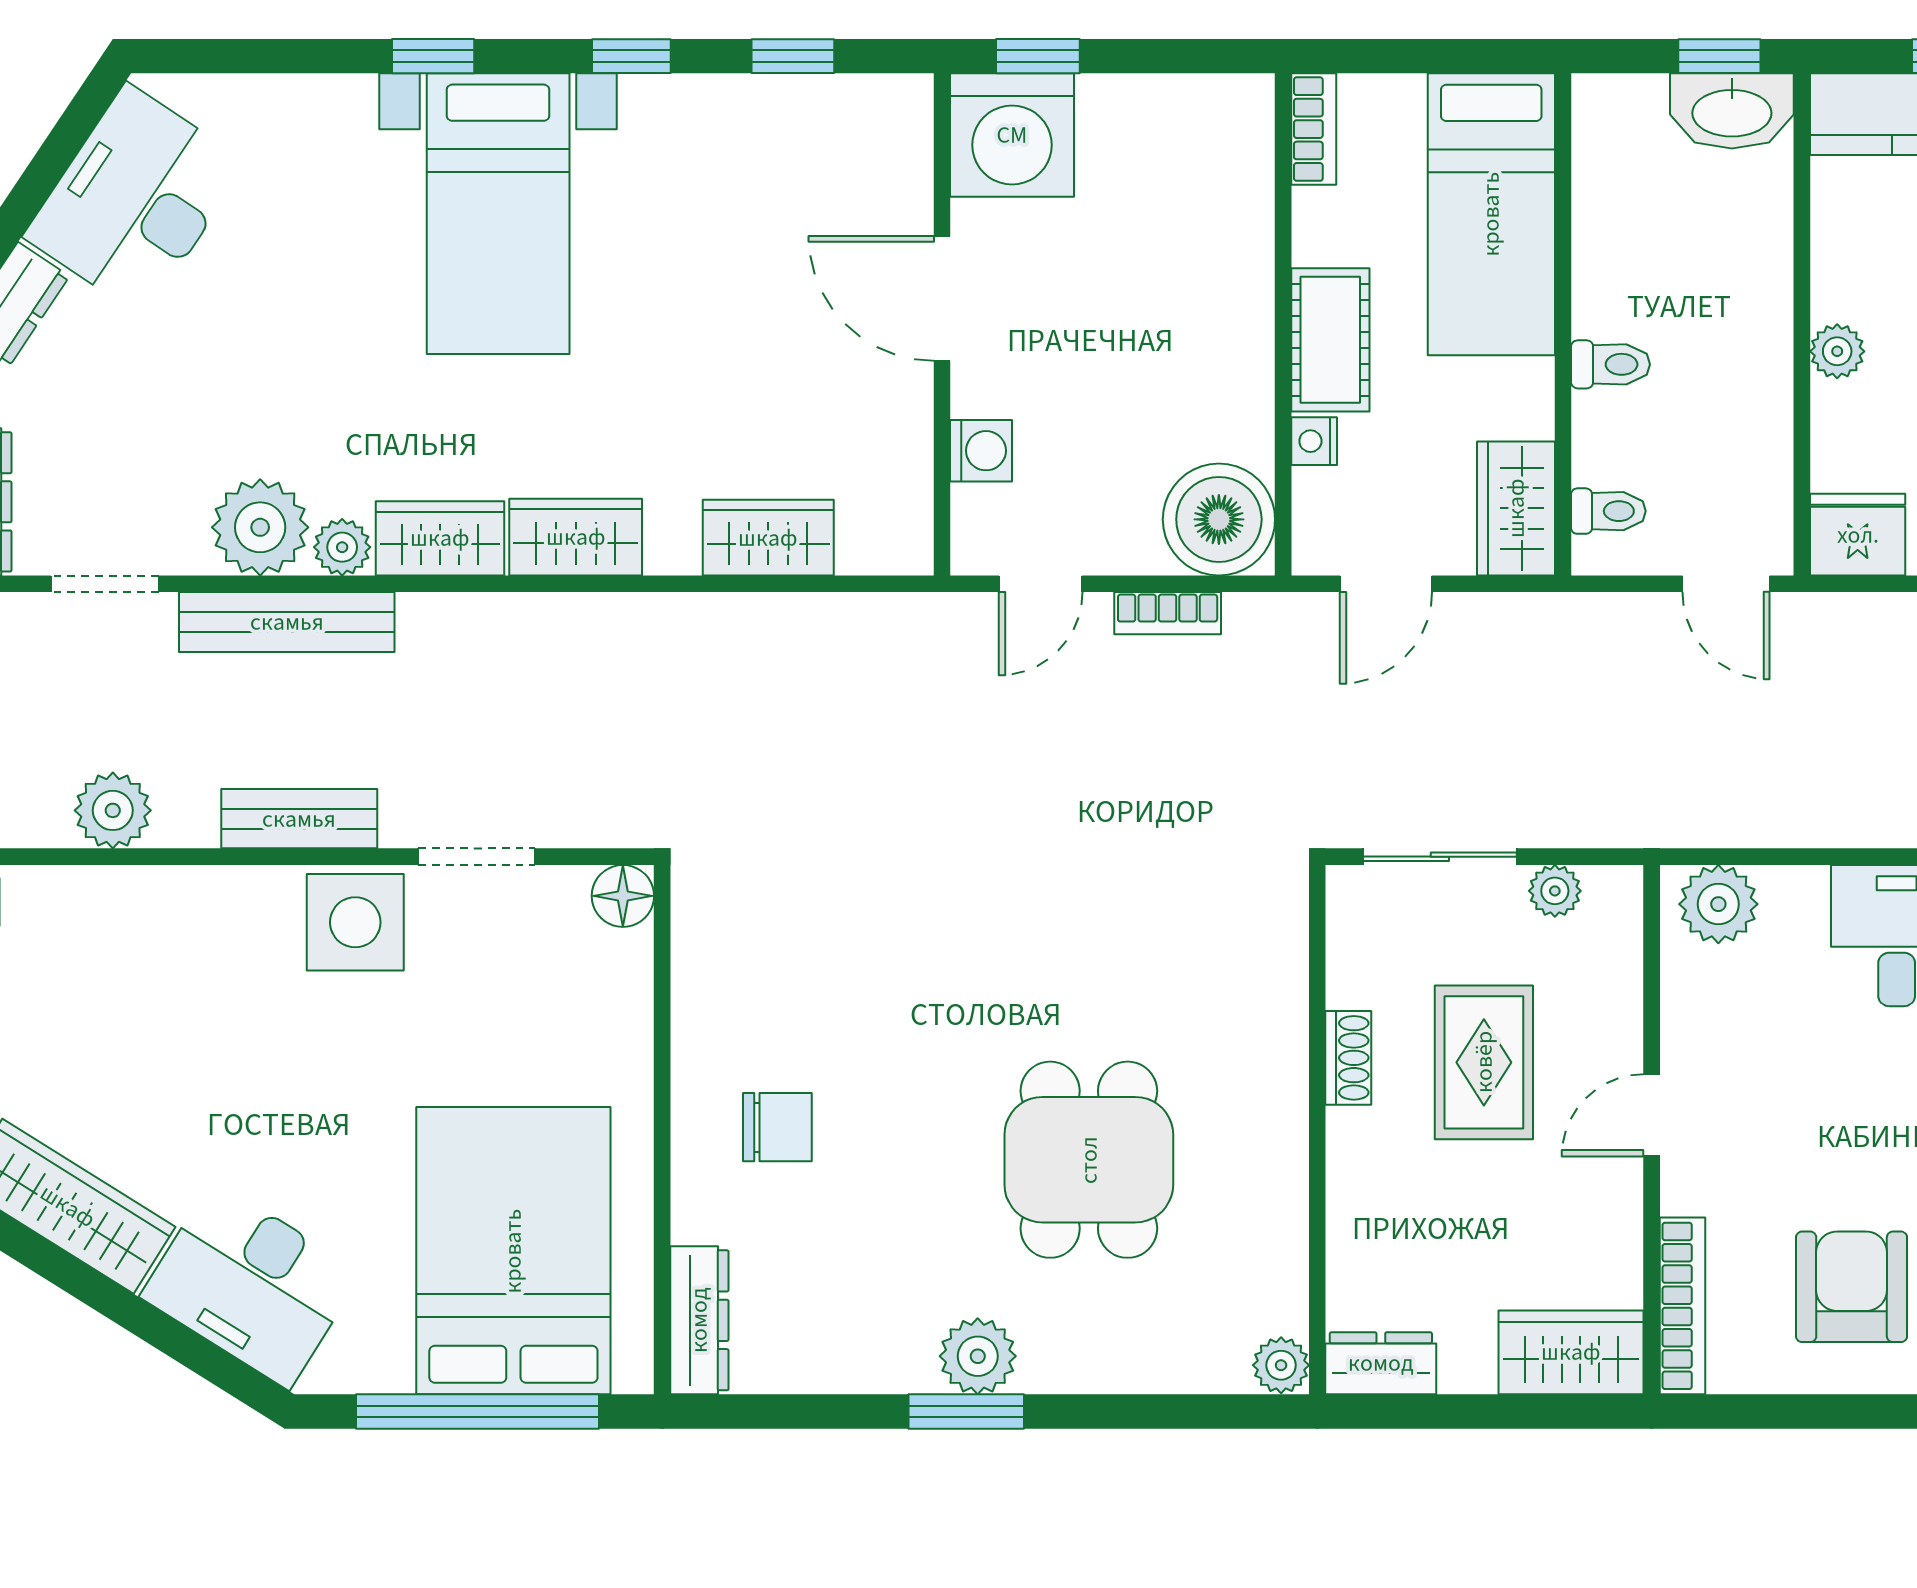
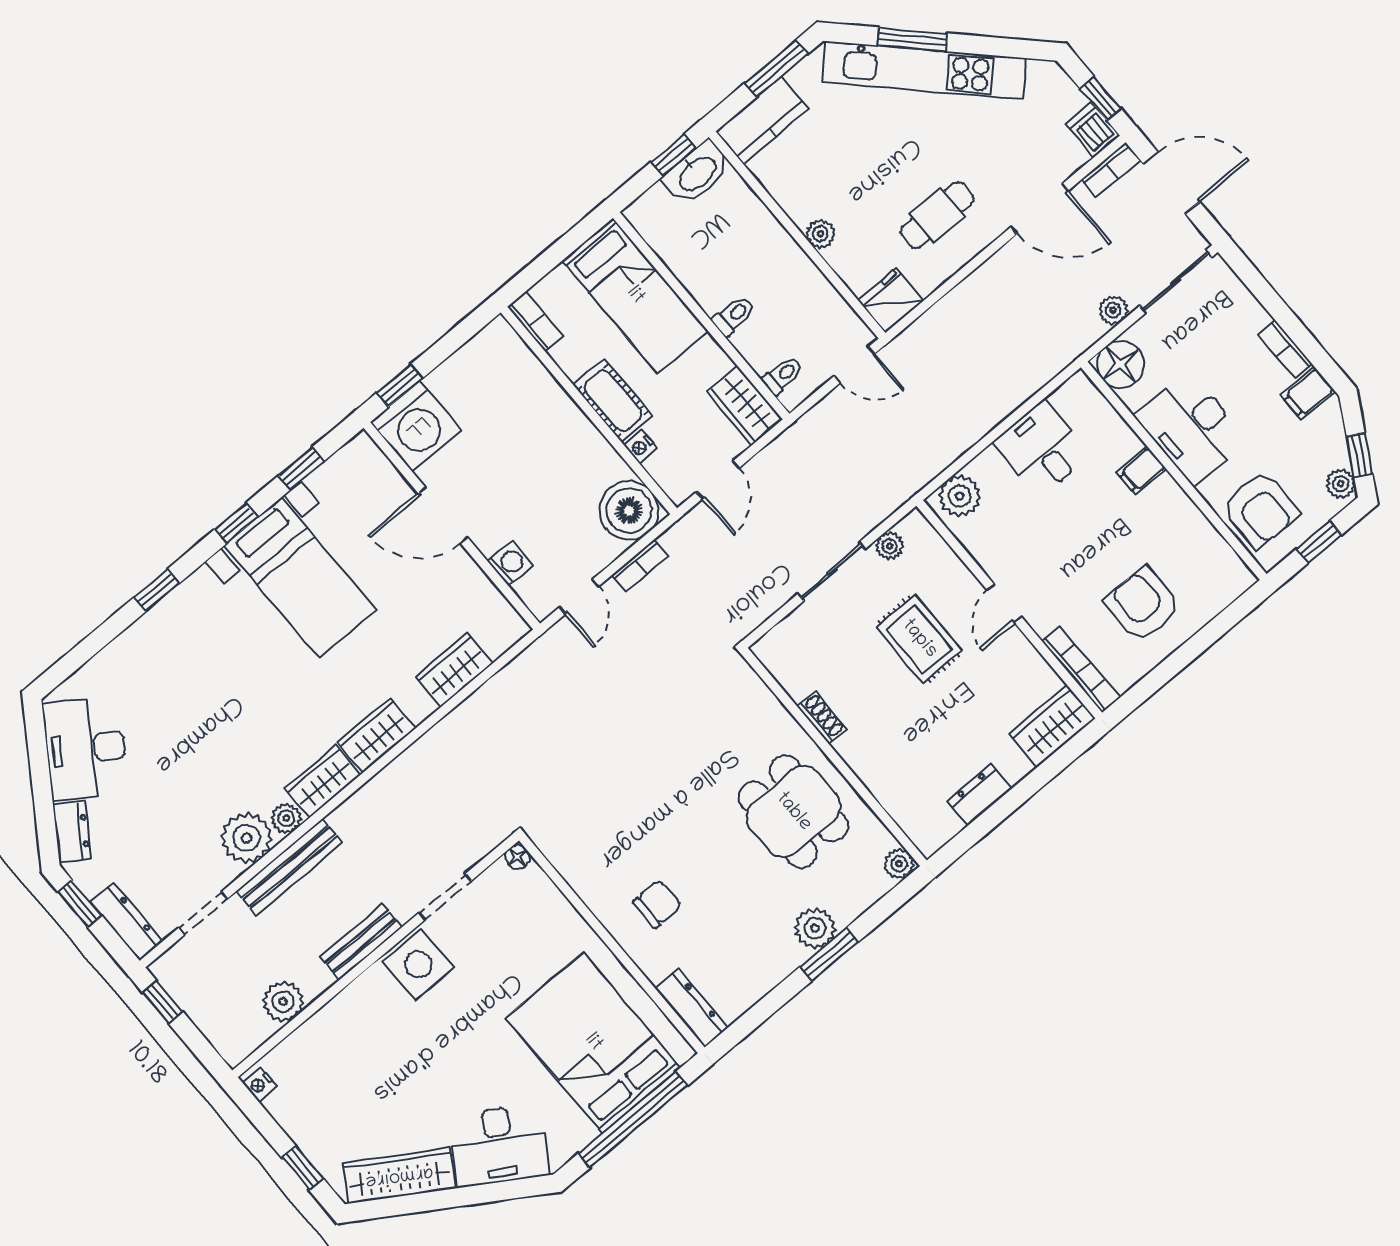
bed with nightstands: (498, 214) -> (300, 578), moved
floor lamp: (623, 896) -> (517, 857), width x0.73, depth x0.73
shoe rack: (1348, 1058) -> (822, 718), moved
wall: (1317, 1130) -> (834, 757), moved
plant: (1281, 1365) -> (899, 864), moved

